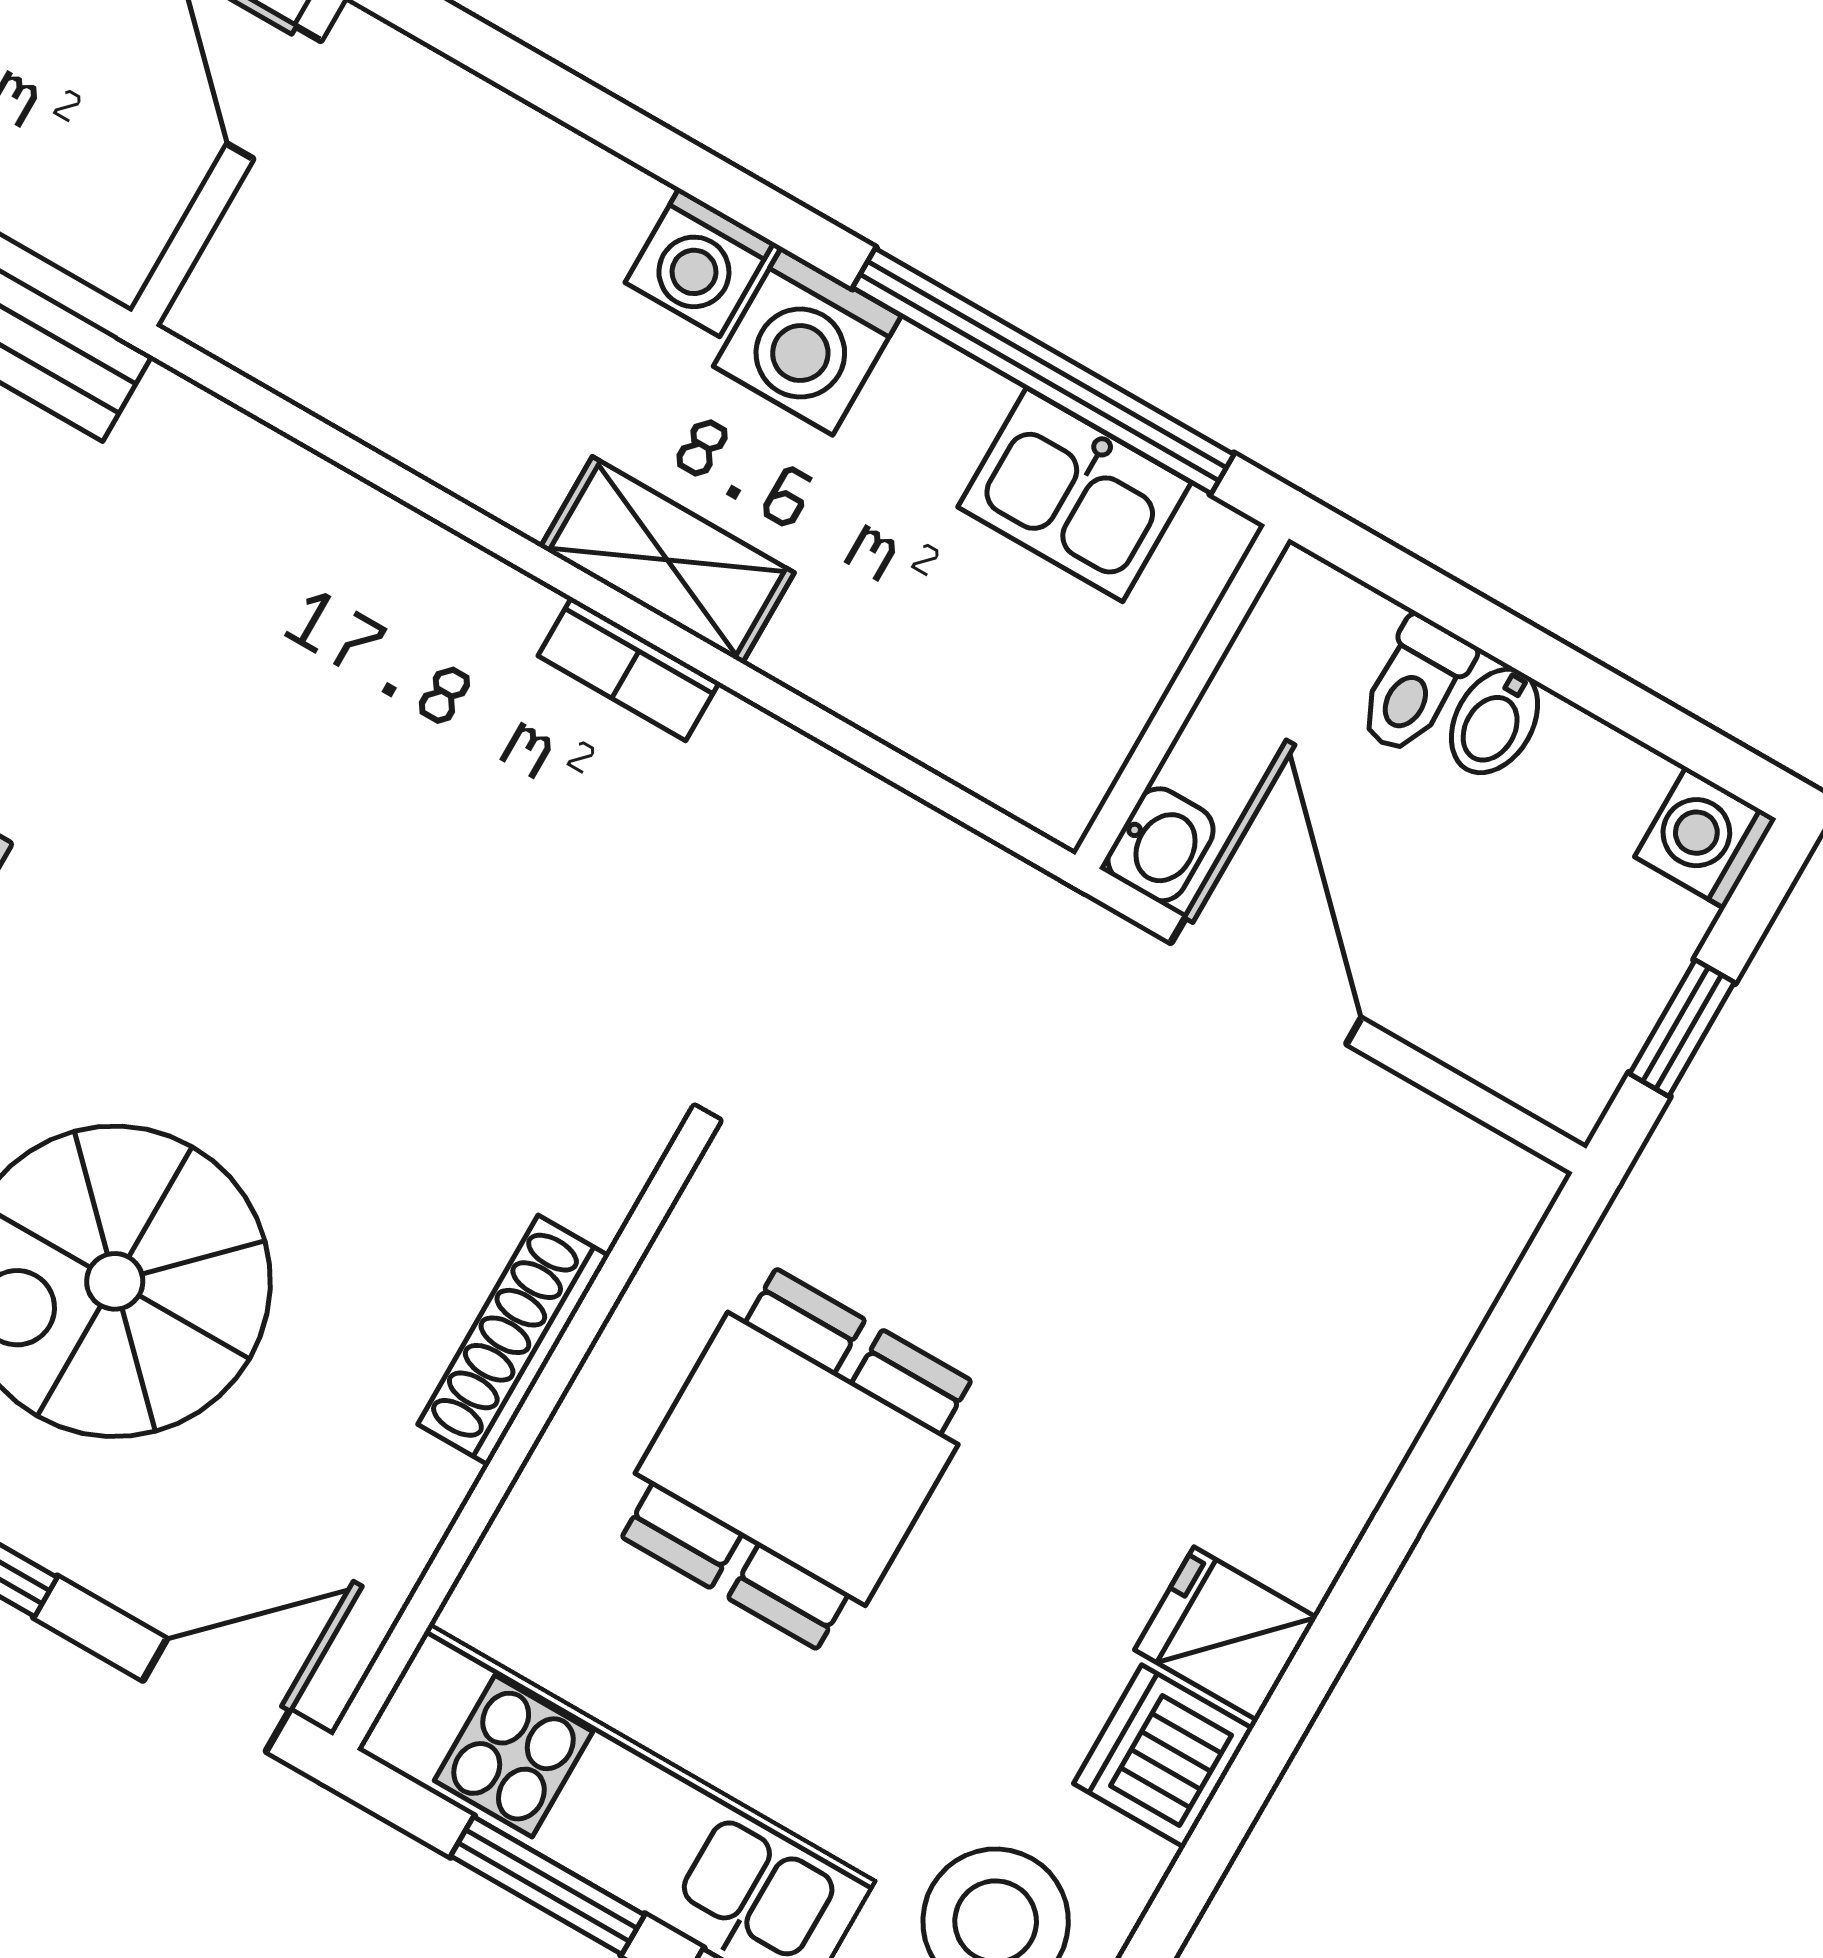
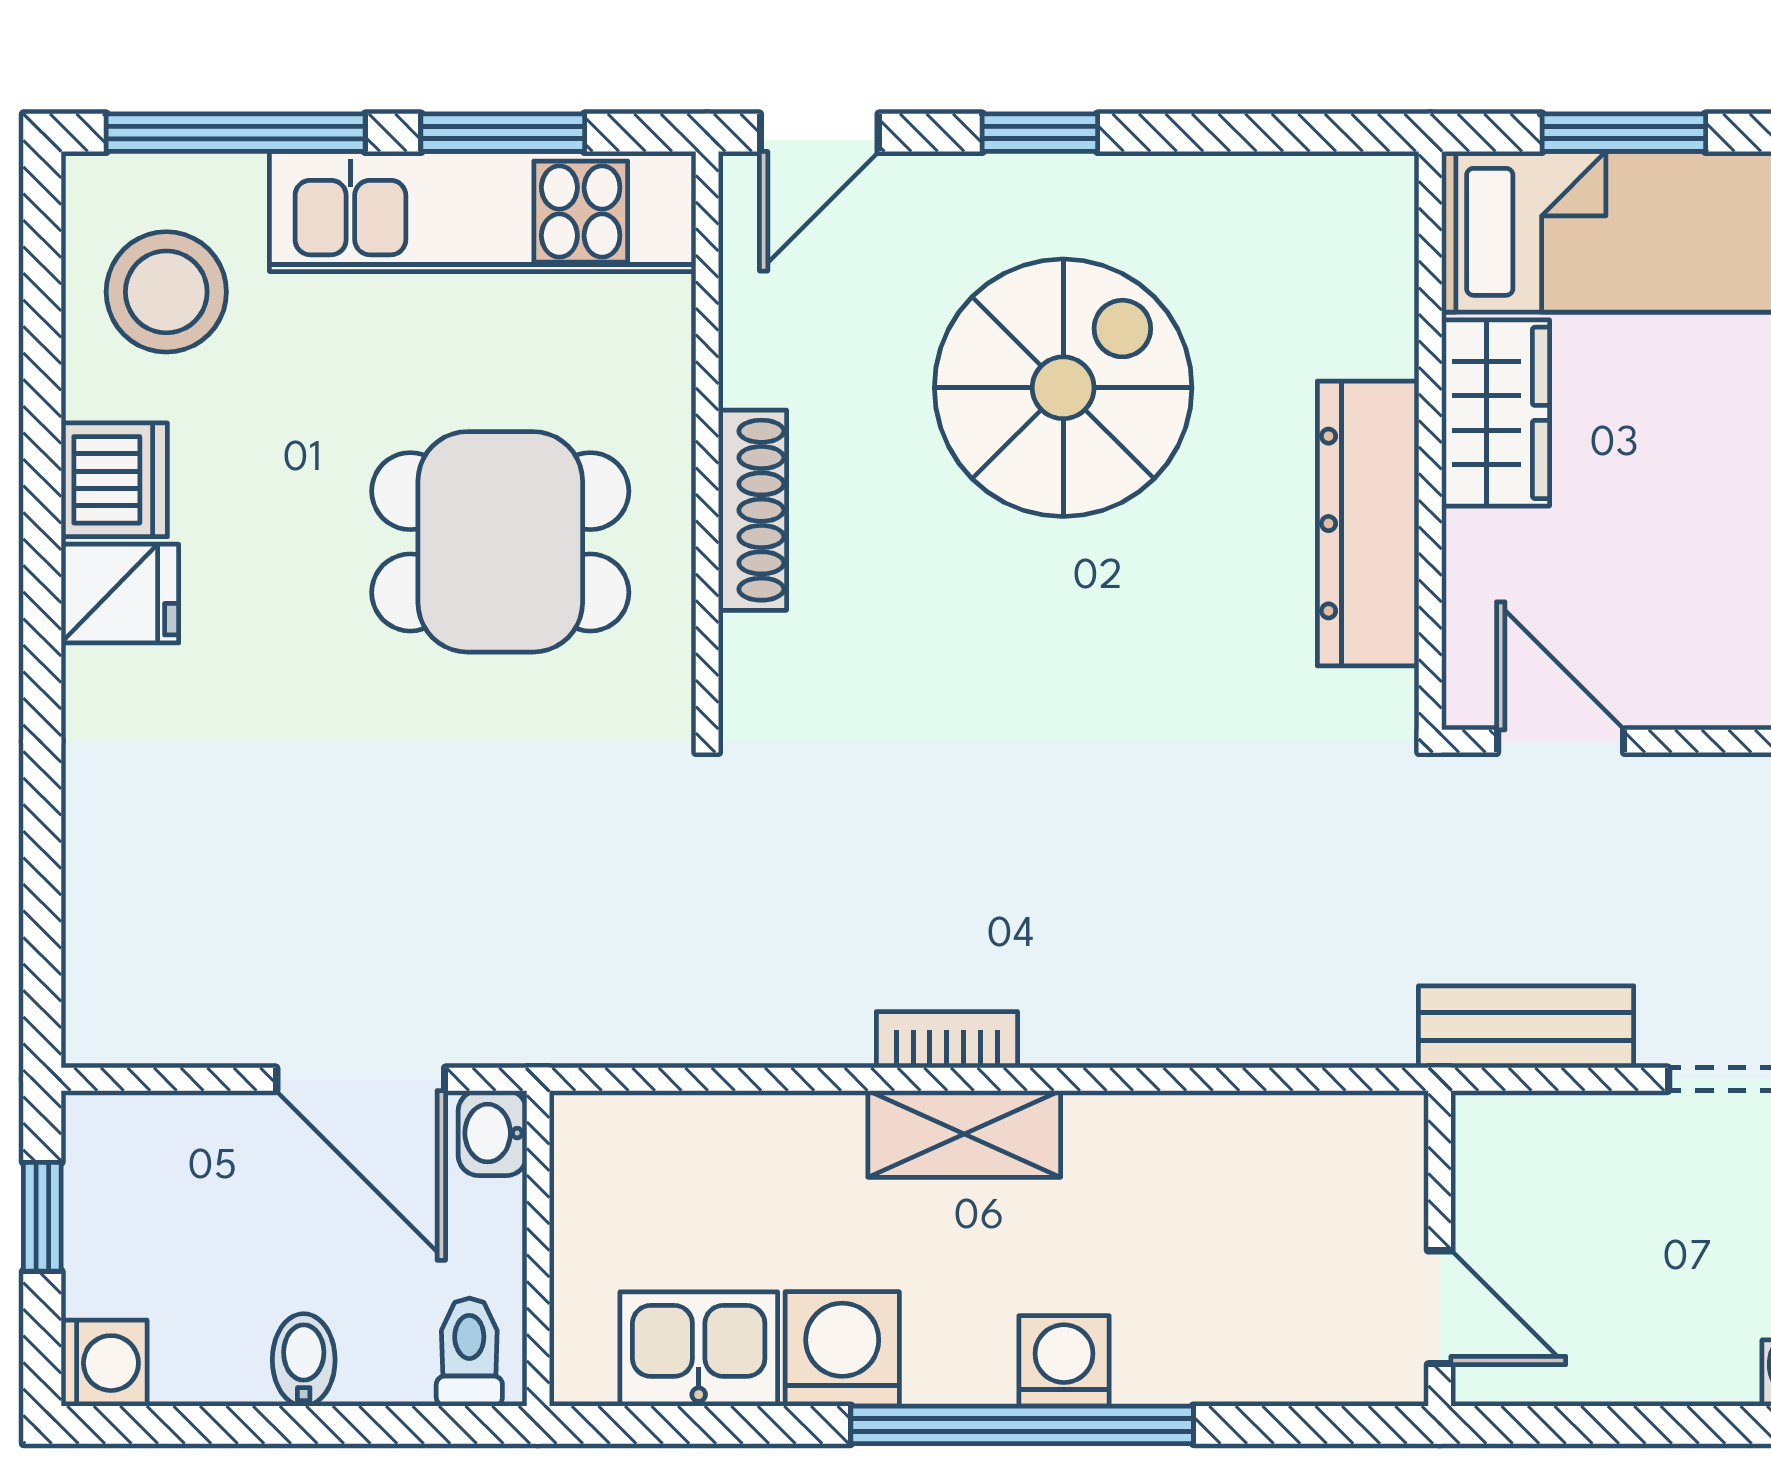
washing machine: (807, 341) -> (842, 1349), moved
window: (1043, 371) -> (1022, 1425), moved
toilet: (1414, 686) -> (469, 1352), moved
dining table: (797, 1459) -> (500, 542), turned 90

